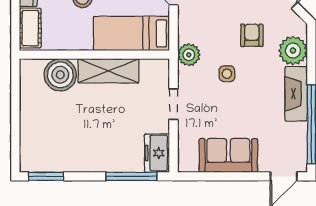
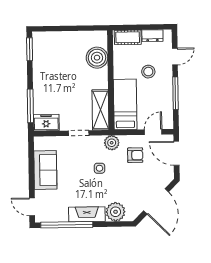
armchair: (252, 35) -> (135, 155), moved
shelving: (108, 71) -> (100, 110), moved

